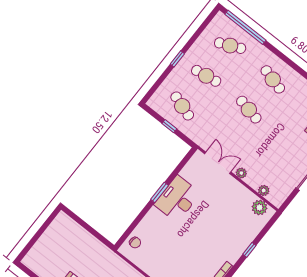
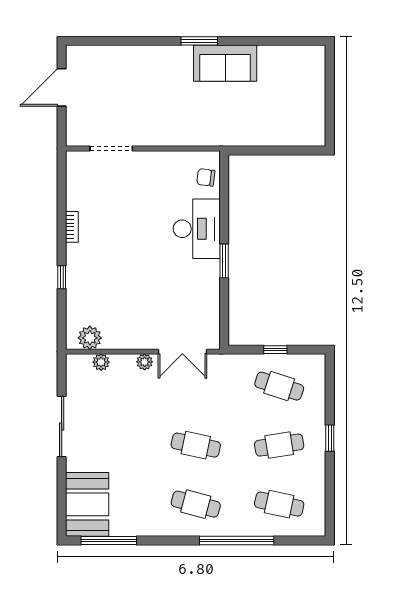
window: (245, 27) -> (237, 541), moved
cafe table: (230, 46) -> (279, 504), turned 36
desk: (177, 199) -> (197, 229), moved

